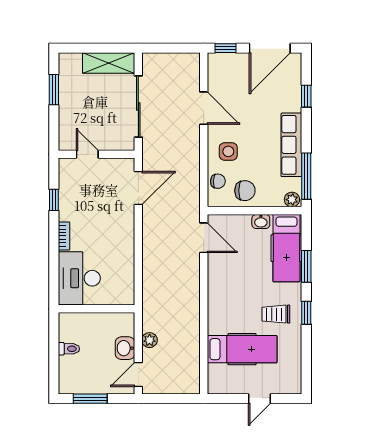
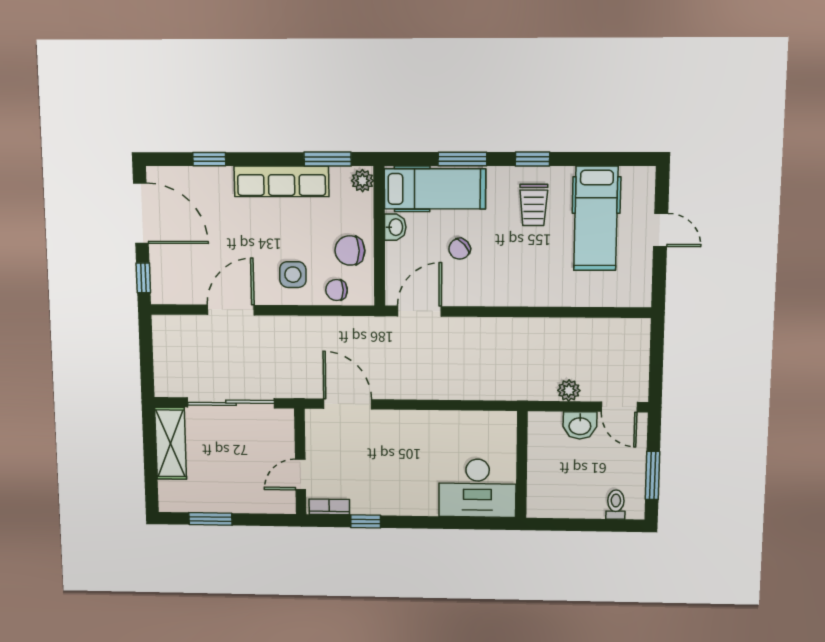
window: (306, 176) -> (328, 159), width x0.69
chair: (218, 181) -> (337, 290), turned -94
chair: (245, 191) -> (350, 250), turned -90
bookcase: (64, 236) -> (329, 507), moved
chair: (246, 265) -> (459, 249), added
toilet: (69, 349) -> (616, 505), moved
hospital bed: (242, 349) -> (596, 219), moved, turned 180

